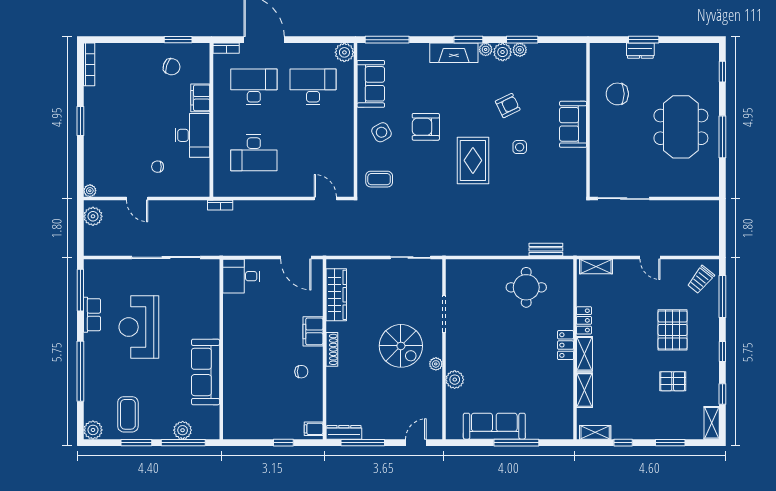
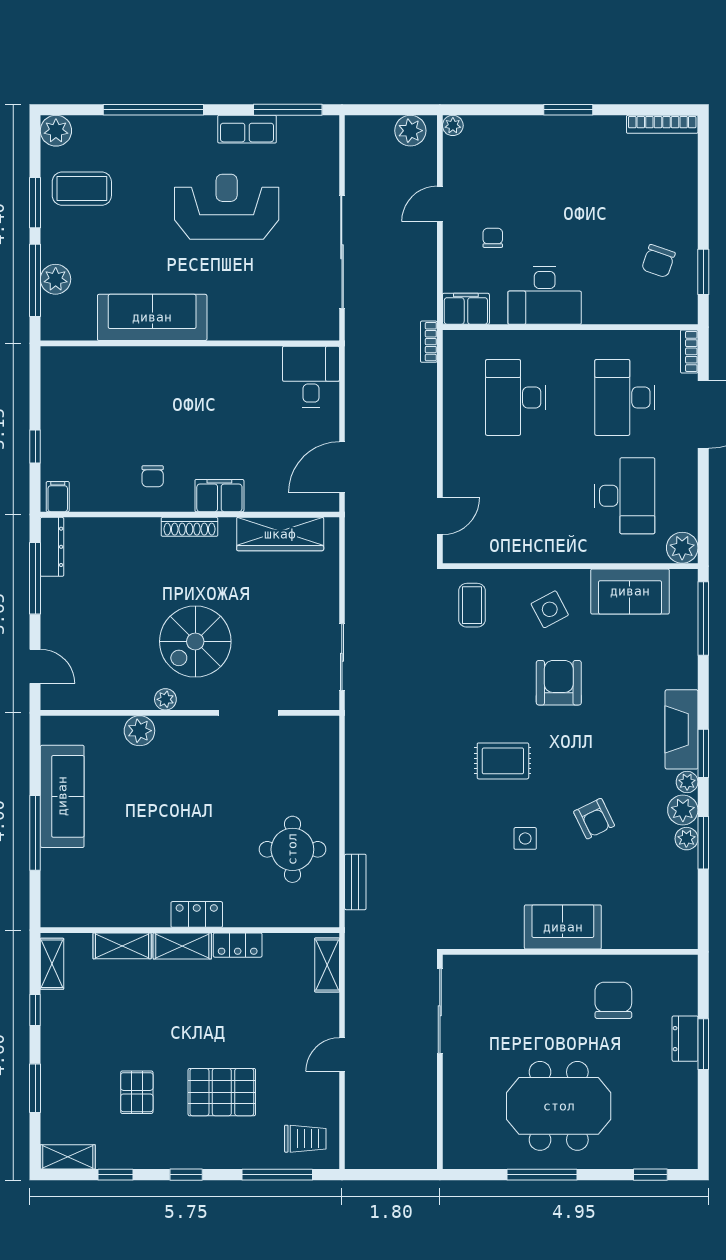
desk: (254, 87) -> (625, 397), turned 180
filing cabinet: (200, 98) -> (466, 309), moved
rug: (473, 160) -> (503, 761), width x0.73, depth x0.70
trolley: (701, 280) -> (305, 1139), turned 141

